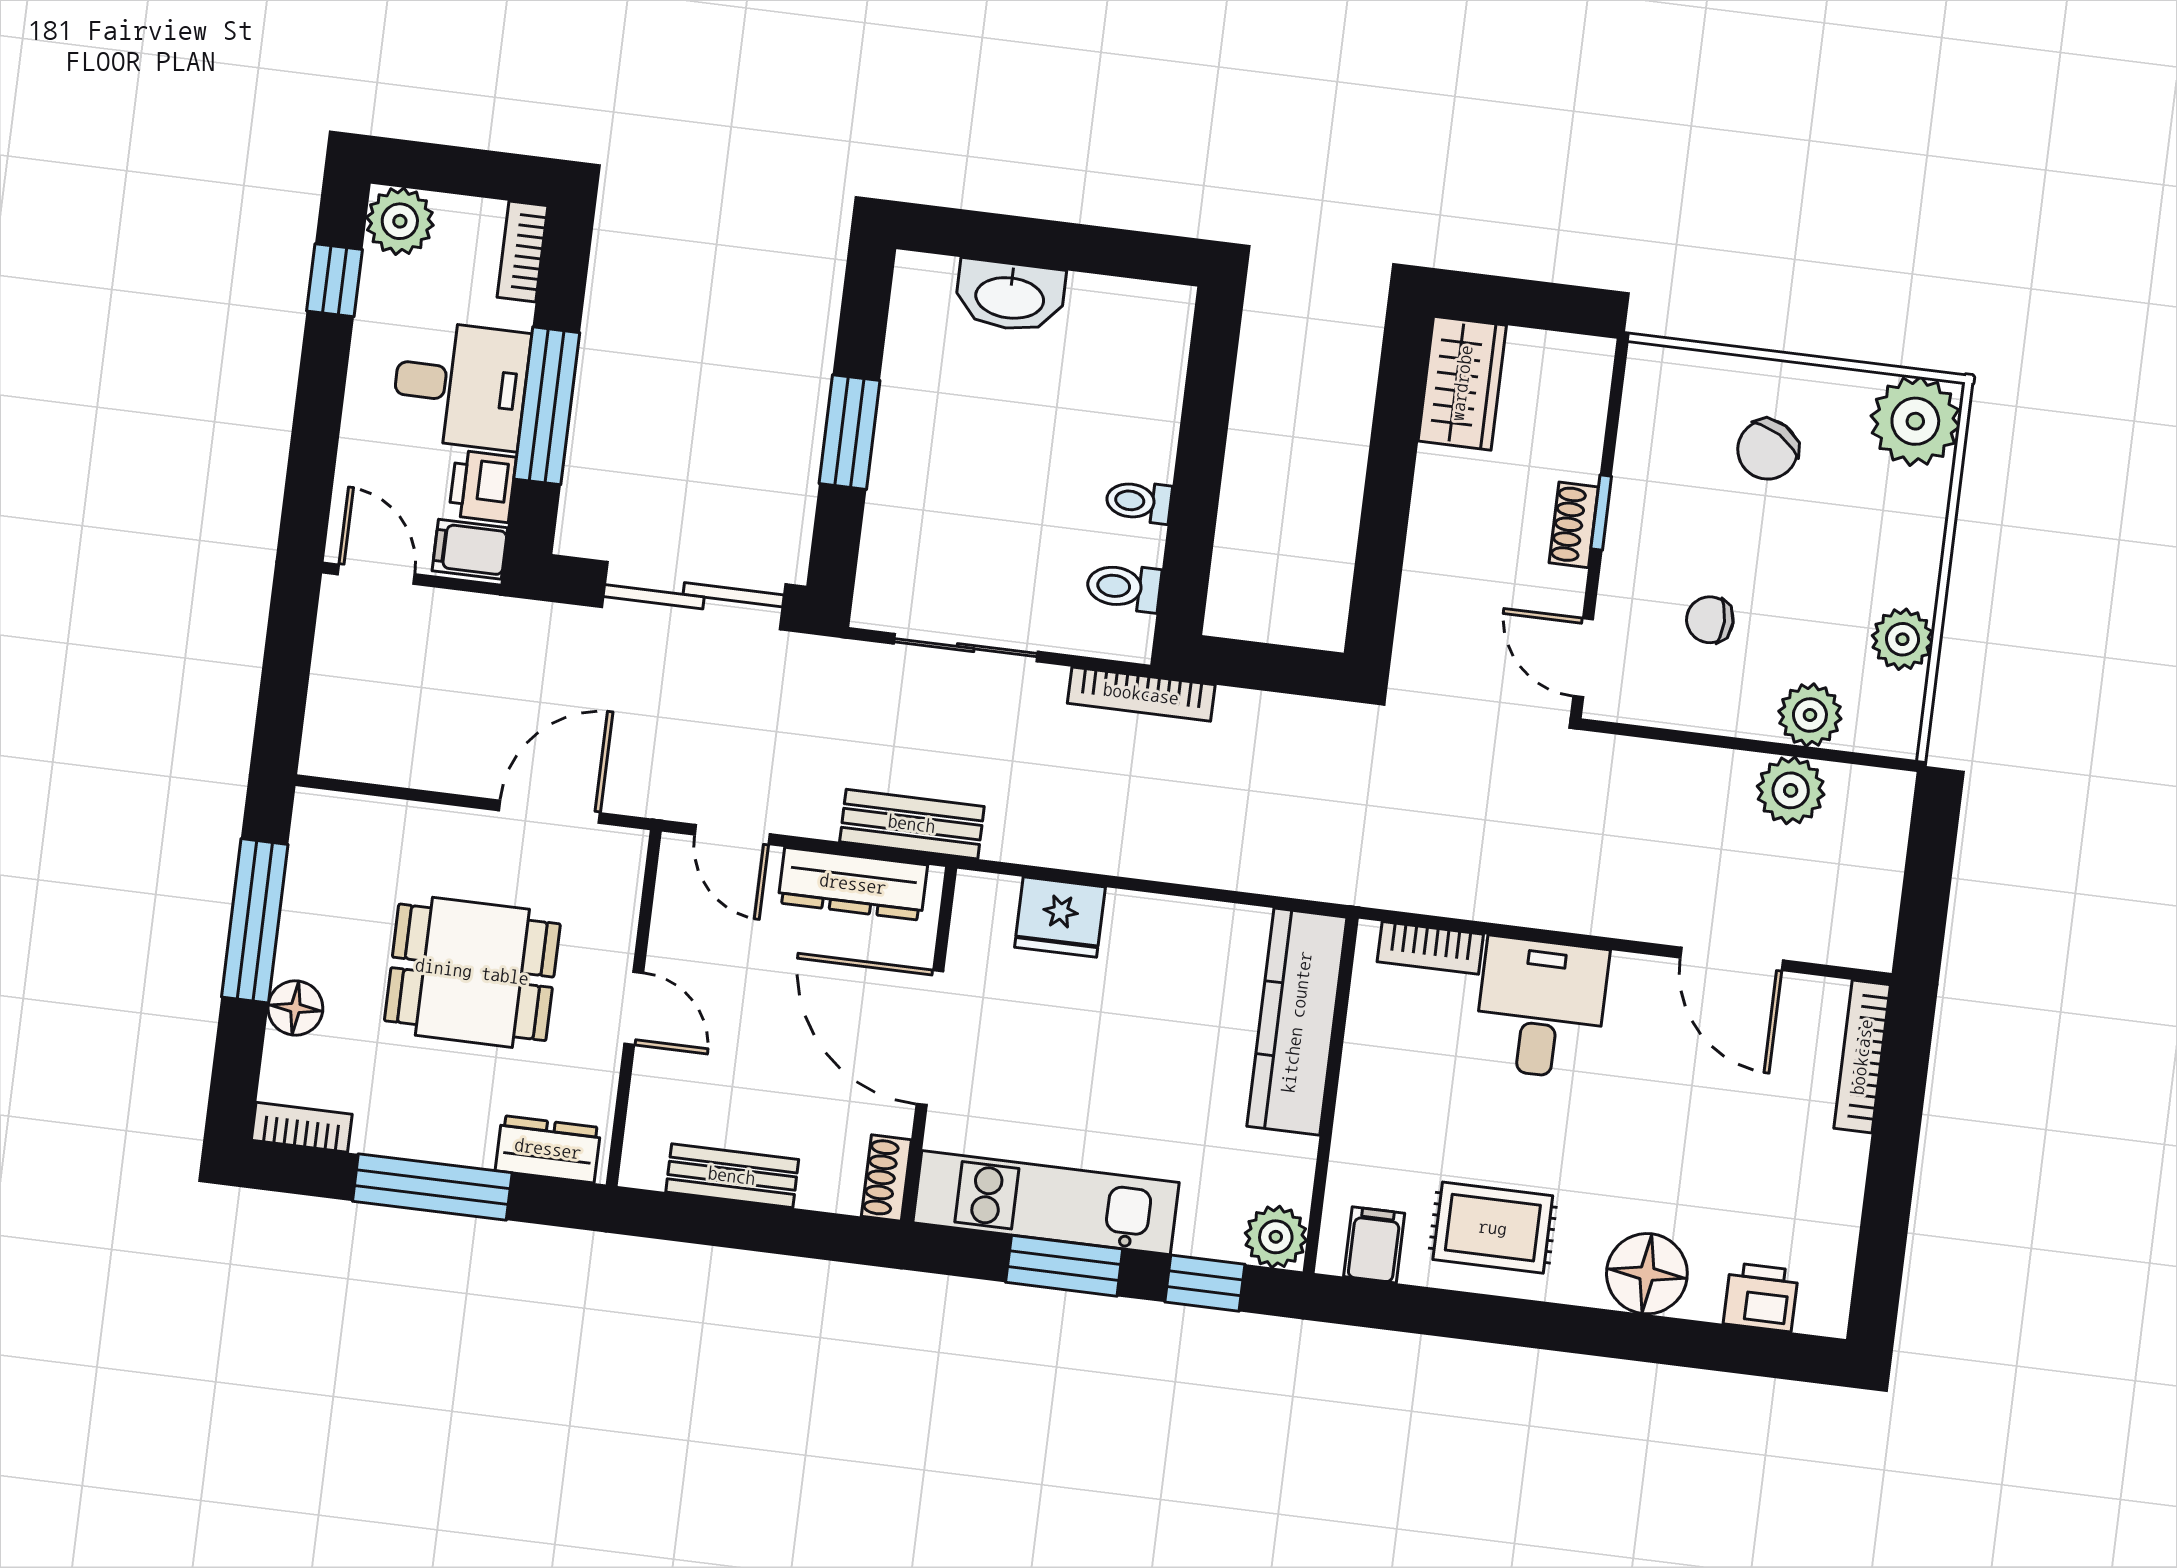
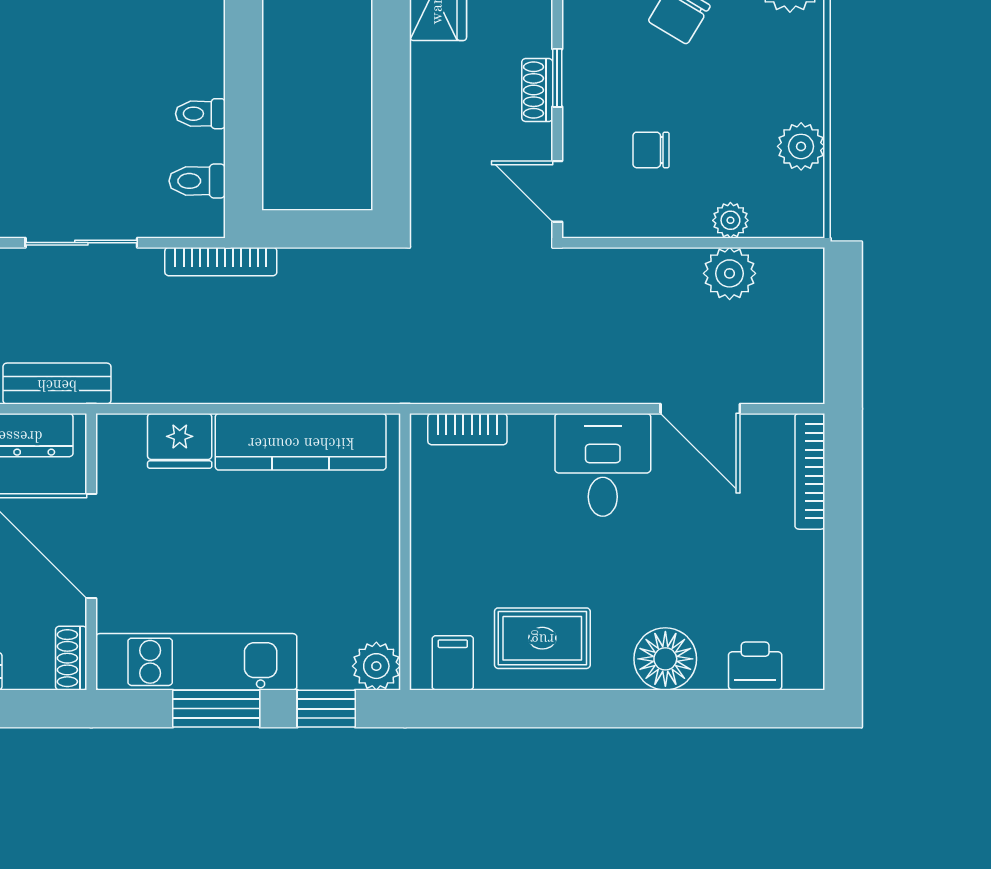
plant: (1810, 715) -> (730, 220), width x0.73, depth x0.73
desk: (1541, 1008) -> (603, 465), moved
kitchen counter: (1297, 1022) -> (301, 442), moved, turned -90

